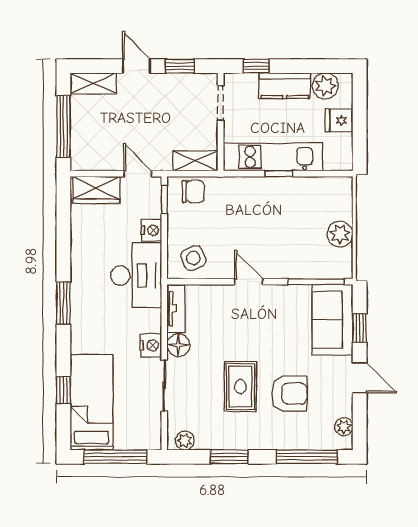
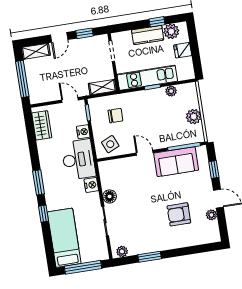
door: (136, 66) -> (59, 37), swing flipped
window: (256, 66) -> (157, 22), moved
plant: (309, 186) -> (171, 91), added
wardrobe: (96, 190) -> (42, 125), moved, turned -90
chair: (193, 191) -> (115, 116), moved
tv unit: (176, 309) -> (105, 175), removed
sofa: (332, 320) -> (176, 162), moved, turned -90
nightstand: (151, 345) -> (91, 185), moved
rug: (240, 387) -> (150, 215), removed
window: (63, 390) -> (44, 214), moved
armchair: (289, 394) -> (179, 214), turned 180
plant: (344, 427) -> (211, 215), moved
window: (307, 457) -> (195, 250), removed

